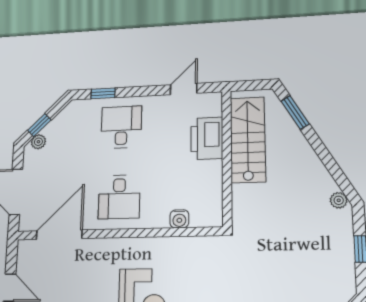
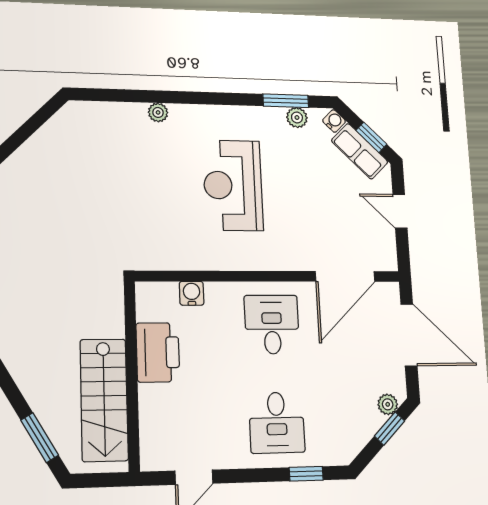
printer: (207, 138) -> (158, 352), moved

